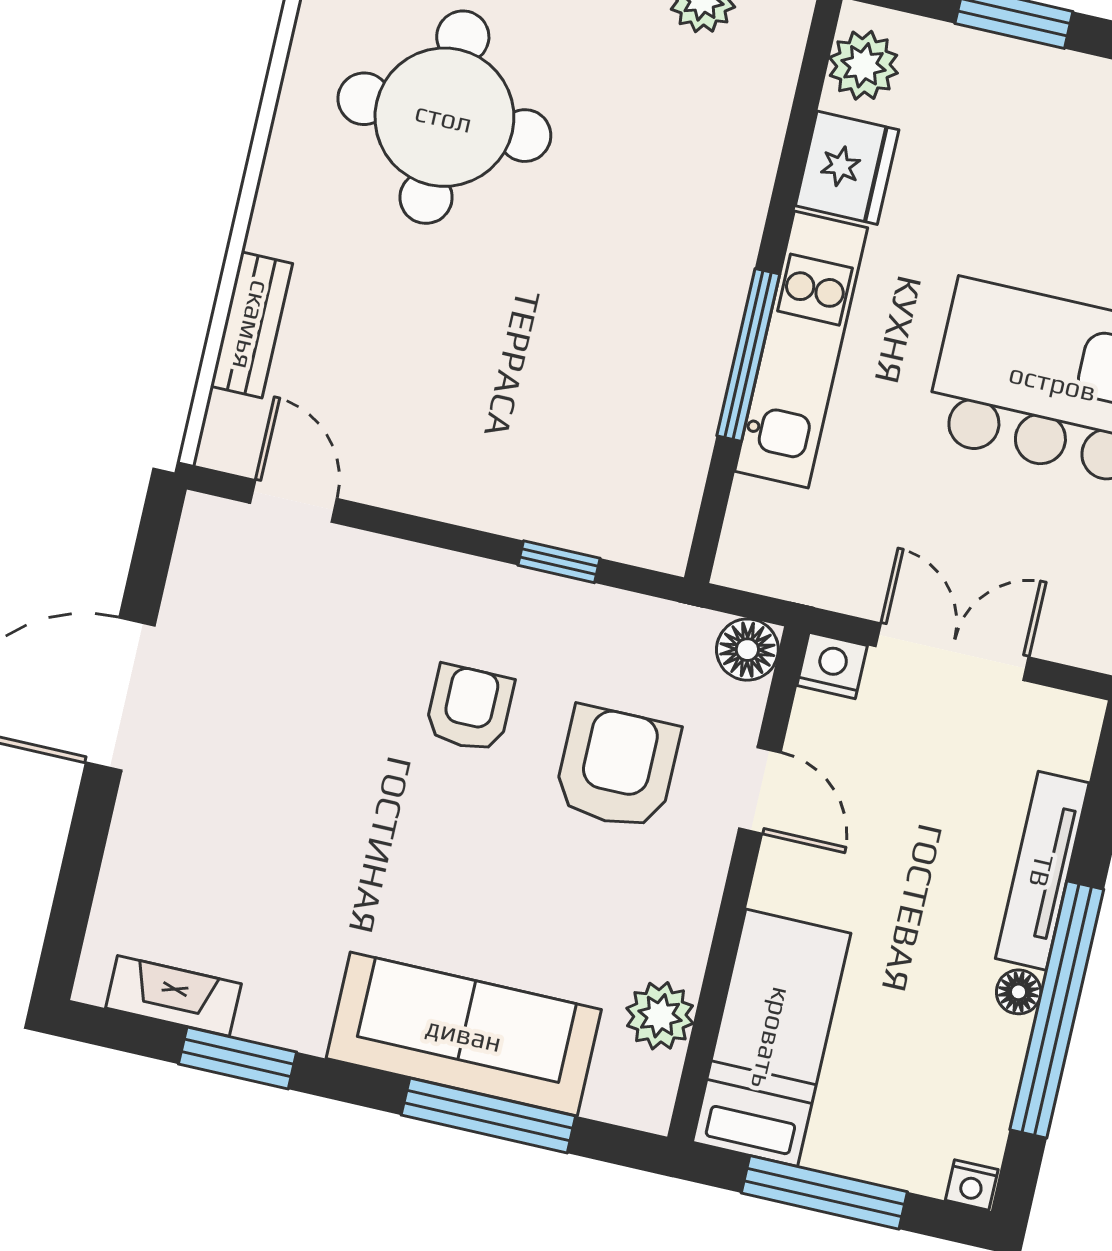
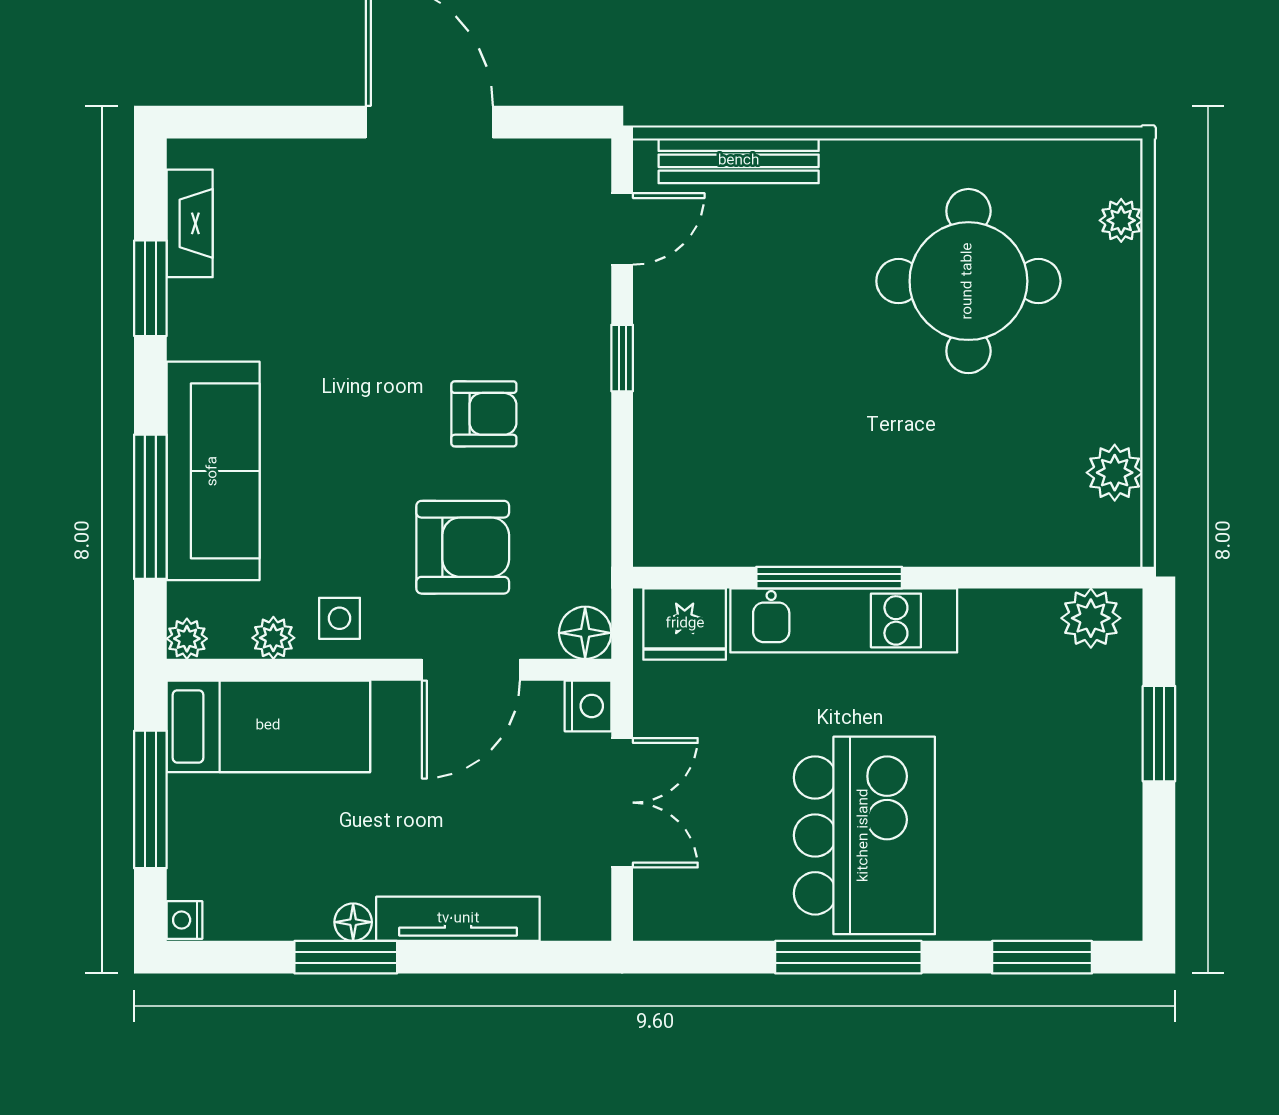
fridge: (847, 168) -> (685, 624), moved
bench: (252, 325) -> (739, 161), width x1.36
window: (559, 562) -> (622, 358), moved
door: (760, 790) -> (471, 670), width x1.37
side table: (666, 928) -> (340, 618), added
window: (1057, 1010) -> (346, 957), width x0.47
plant: (660, 1016) -> (273, 638), width x0.73, depth x0.73
plant: (649, 1108) -> (187, 639), added

